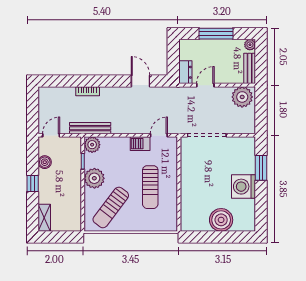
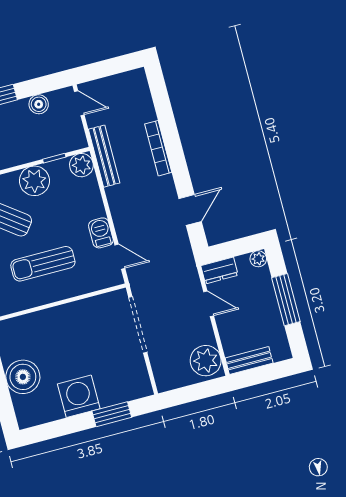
plant: (250, 45) -> (258, 259), moved
bookcase: (88, 91) -> (158, 148), width x1.56

